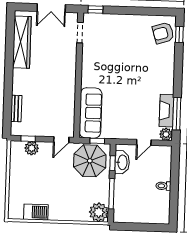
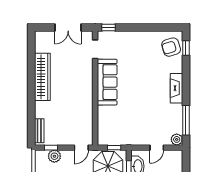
wardrobe: (22, 42) -> (42, 77), moved
bench: (16, 108) -> (39, 131), moved
fireplace: (166, 111) -> (176, 88), moved
sofa: (91, 113) -> (107, 82), moved

